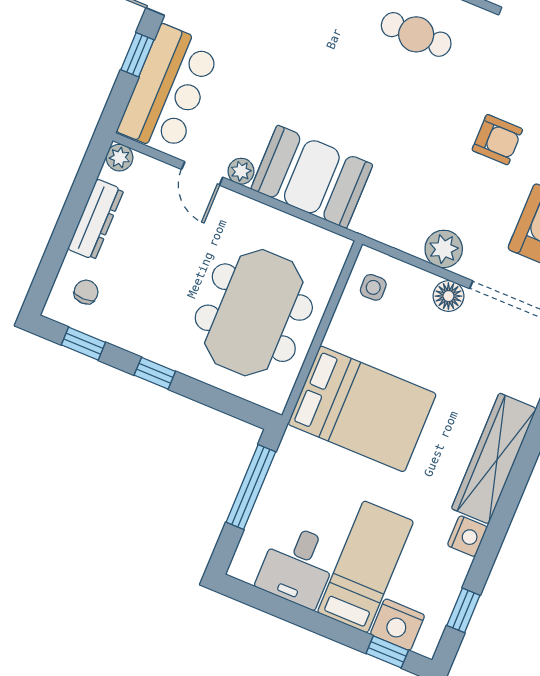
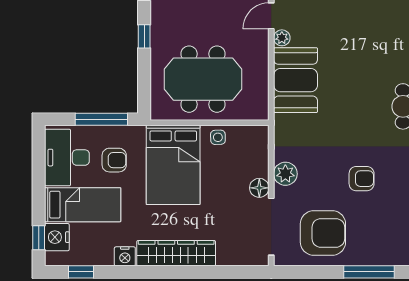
armchair: (497, 140) -> (362, 179), turned -90
side table: (373, 287) -> (218, 137), moved
armchair: (319, 493) -> (114, 160), added
desk: (298, 566) -> (67, 158), width x1.37

